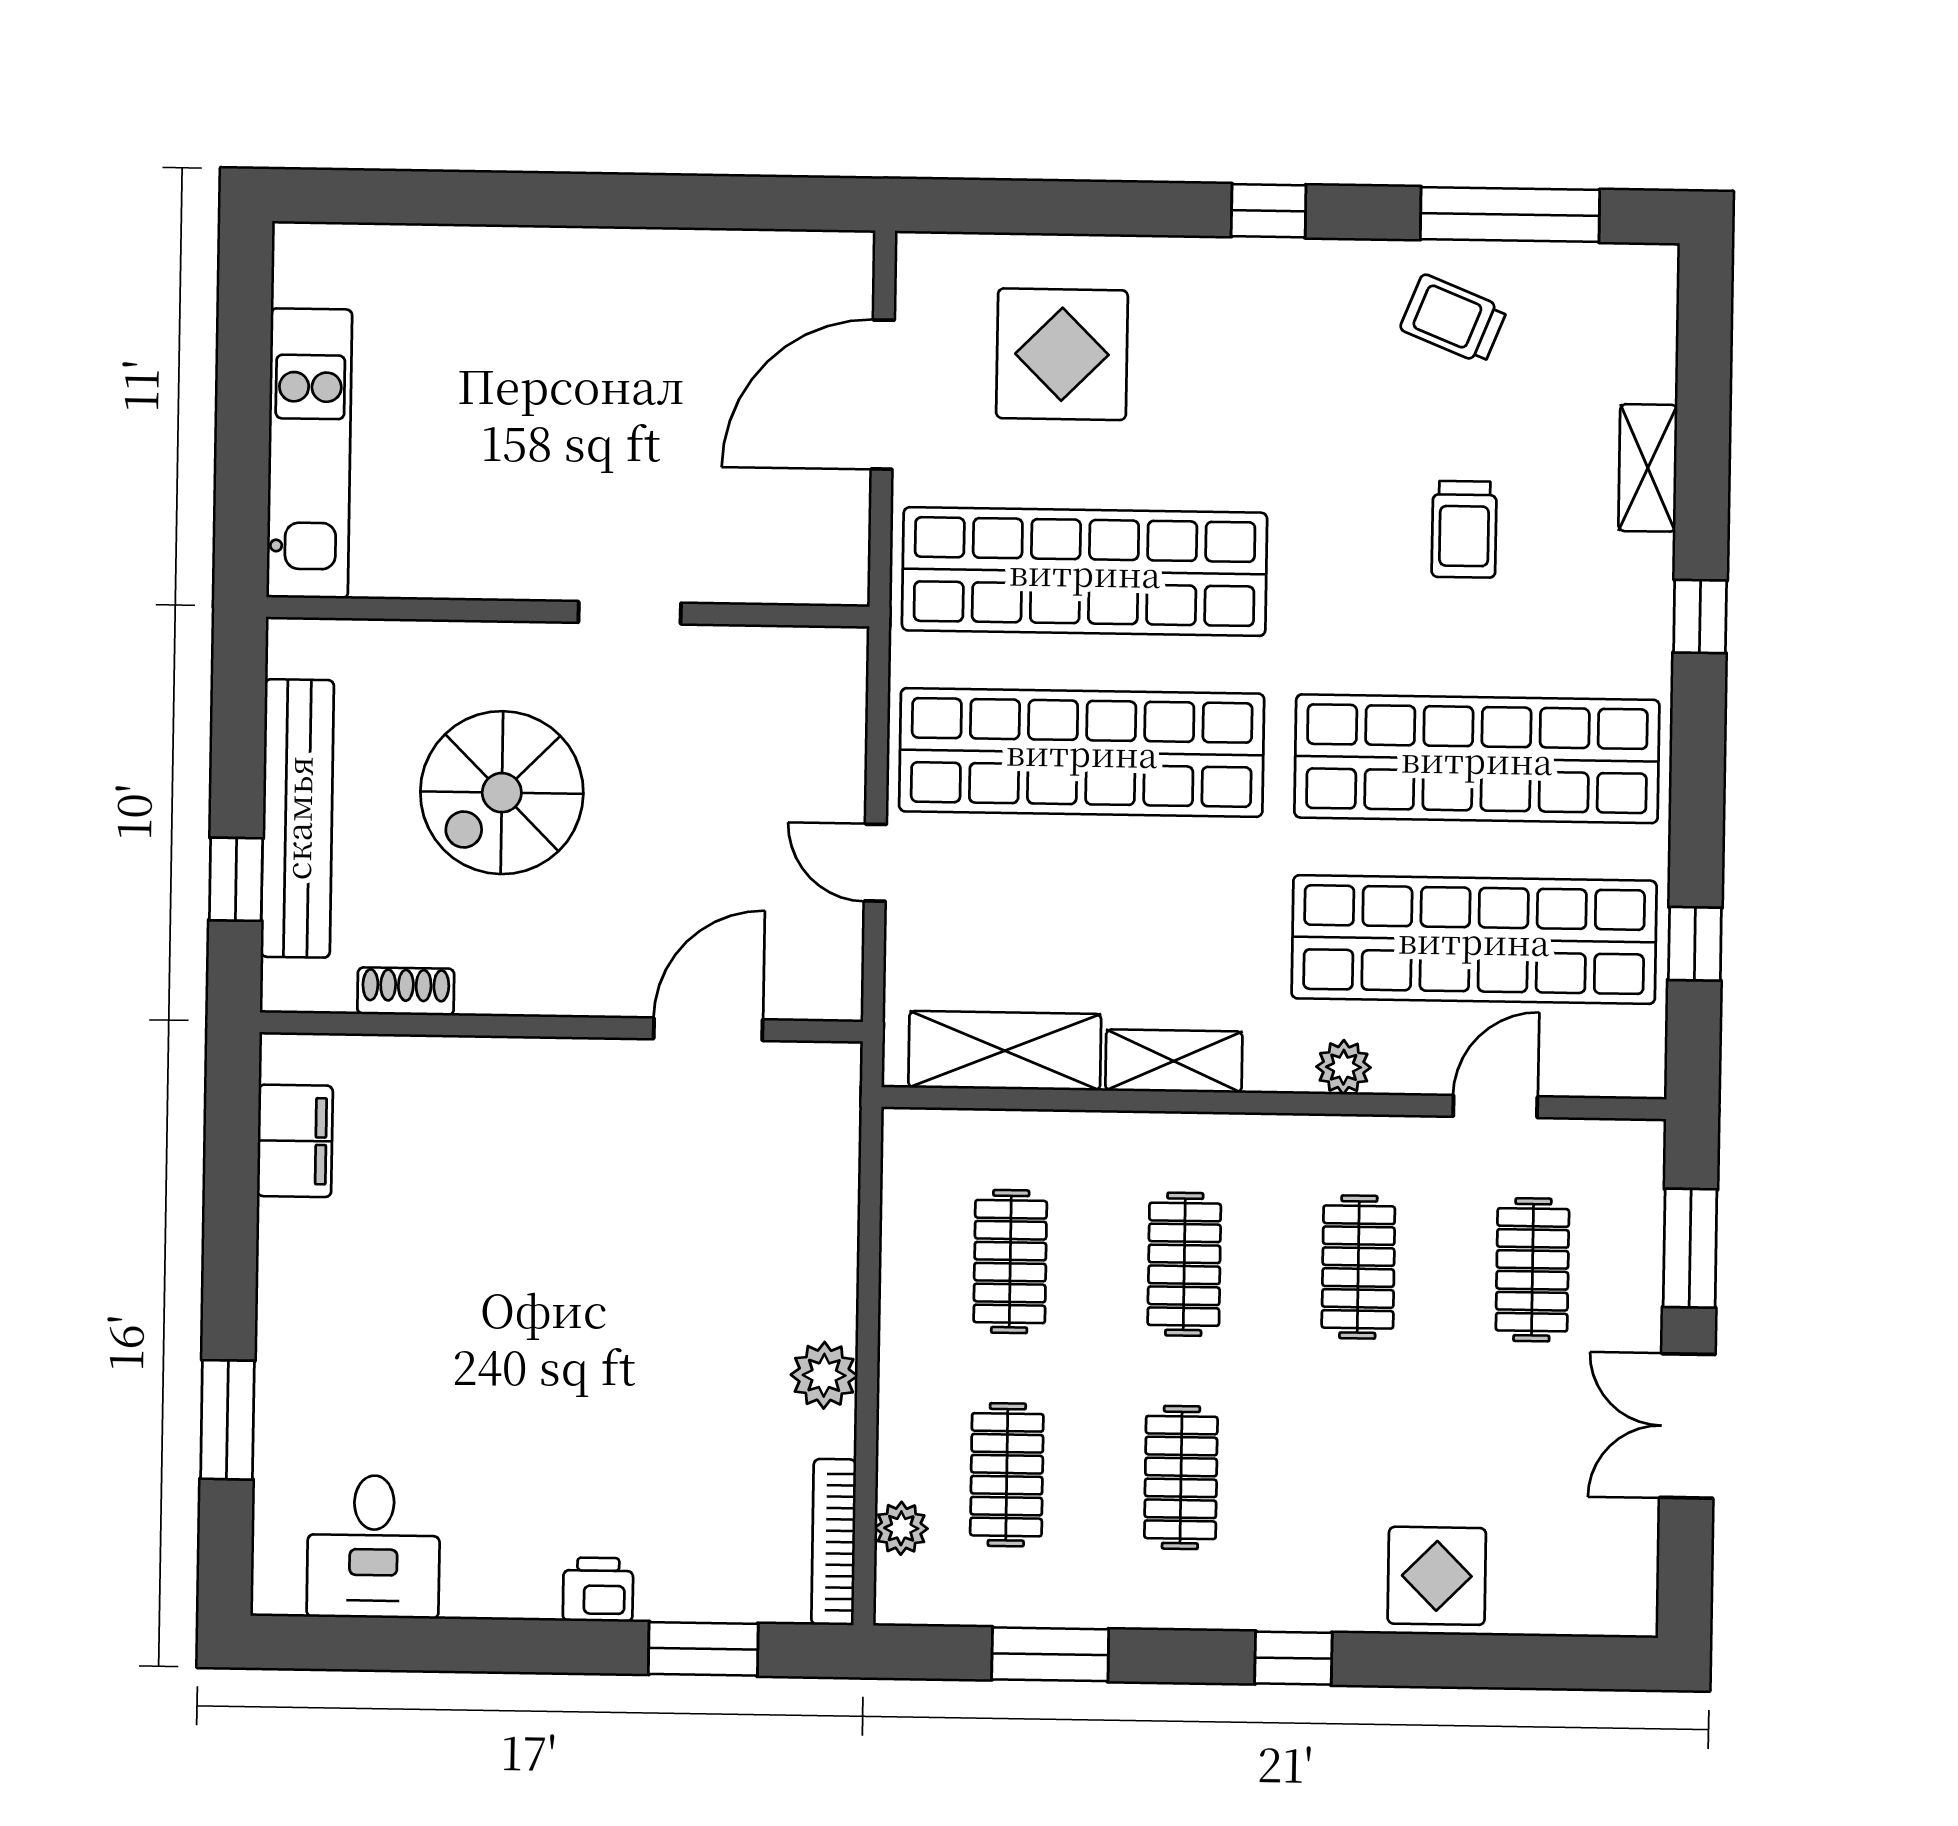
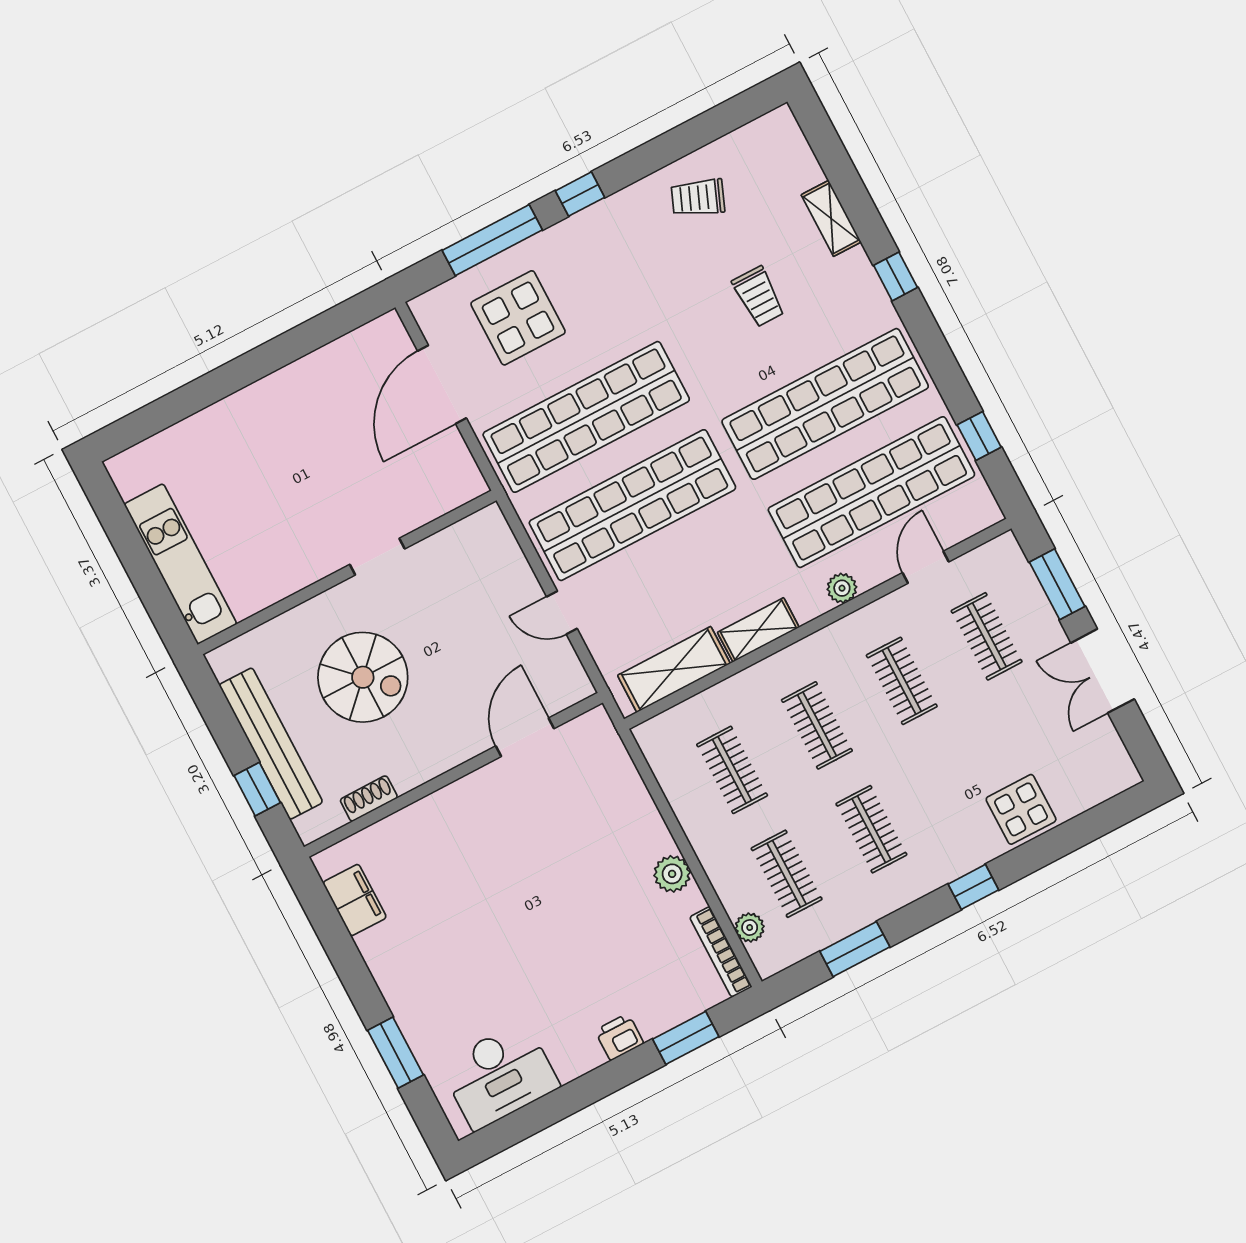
window: (1510, 215) -> (492, 240), moved
spiral stairs: (502, 793) -> (363, 677), turned -90
desk: (374, 1547) -> (500, 1075), width x1.37

